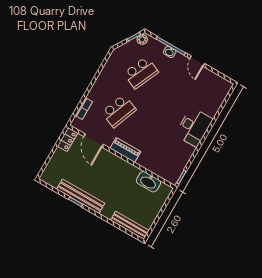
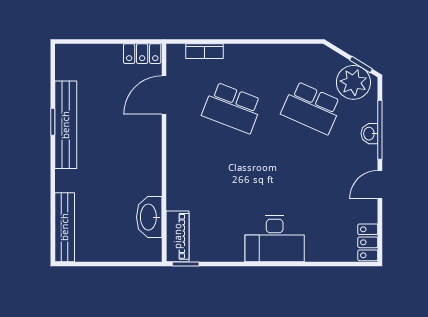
plant: (142, 39) -> (353, 82), width x1.87, depth x1.87
locker: (222, 83) -> (368, 242), added
piano: (125, 150) -> (178, 236), moved

